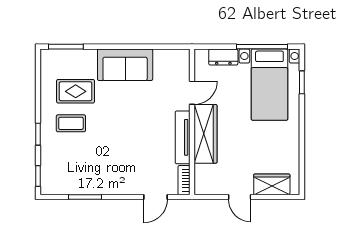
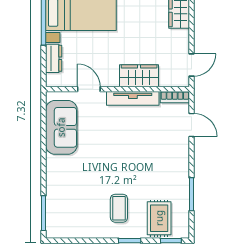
sofa: (125, 65) -> (61, 127), moved
rug: (76, 91) -> (159, 218), moved
wardrobe: (206, 134) -> (139, 76), width x0.67
door: (240, 197) -> (191, 65), moved

